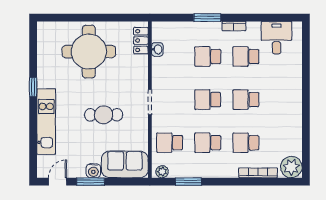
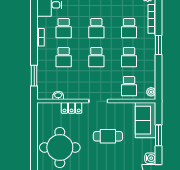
window: (207, 18) -> (34, 76), moved
locker: (141, 41) -> (72, 108), moved
cafe table: (104, 115) -> (108, 136), turned 90
water cooler: (93, 171) -> (150, 158), moved
window: (91, 182) -> (159, 135), moved
window: (188, 182) -> (159, 45), moved

